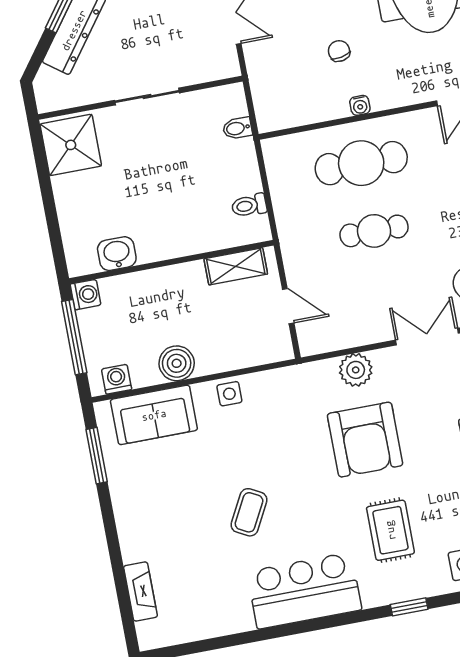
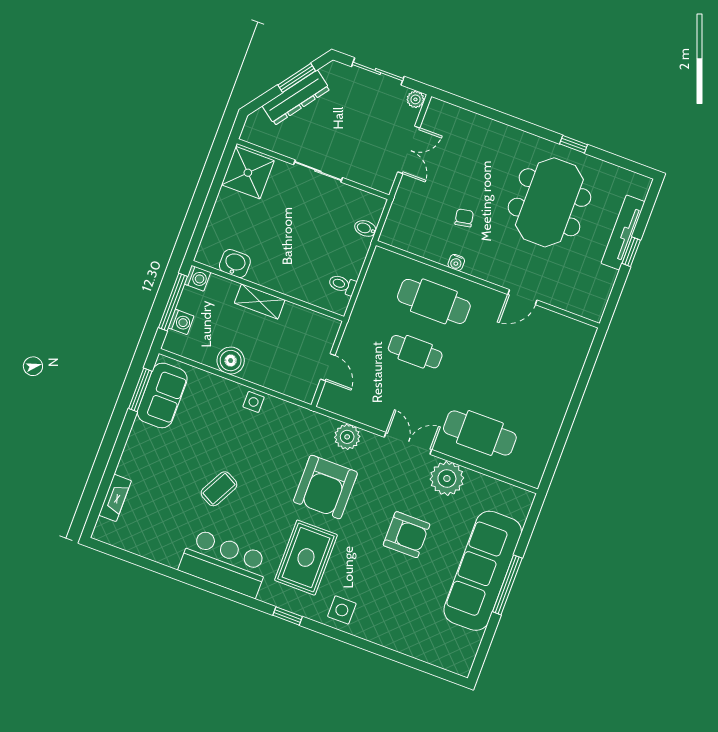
shelving: (236, 266) -> (260, 301), moved
washing machine: (117, 379) -> (181, 322), moved, turned 90
sofa: (154, 415) -> (162, 395), moved, turned -90
rug: (390, 530) -> (306, 558), width x1.36, depth x1.43

